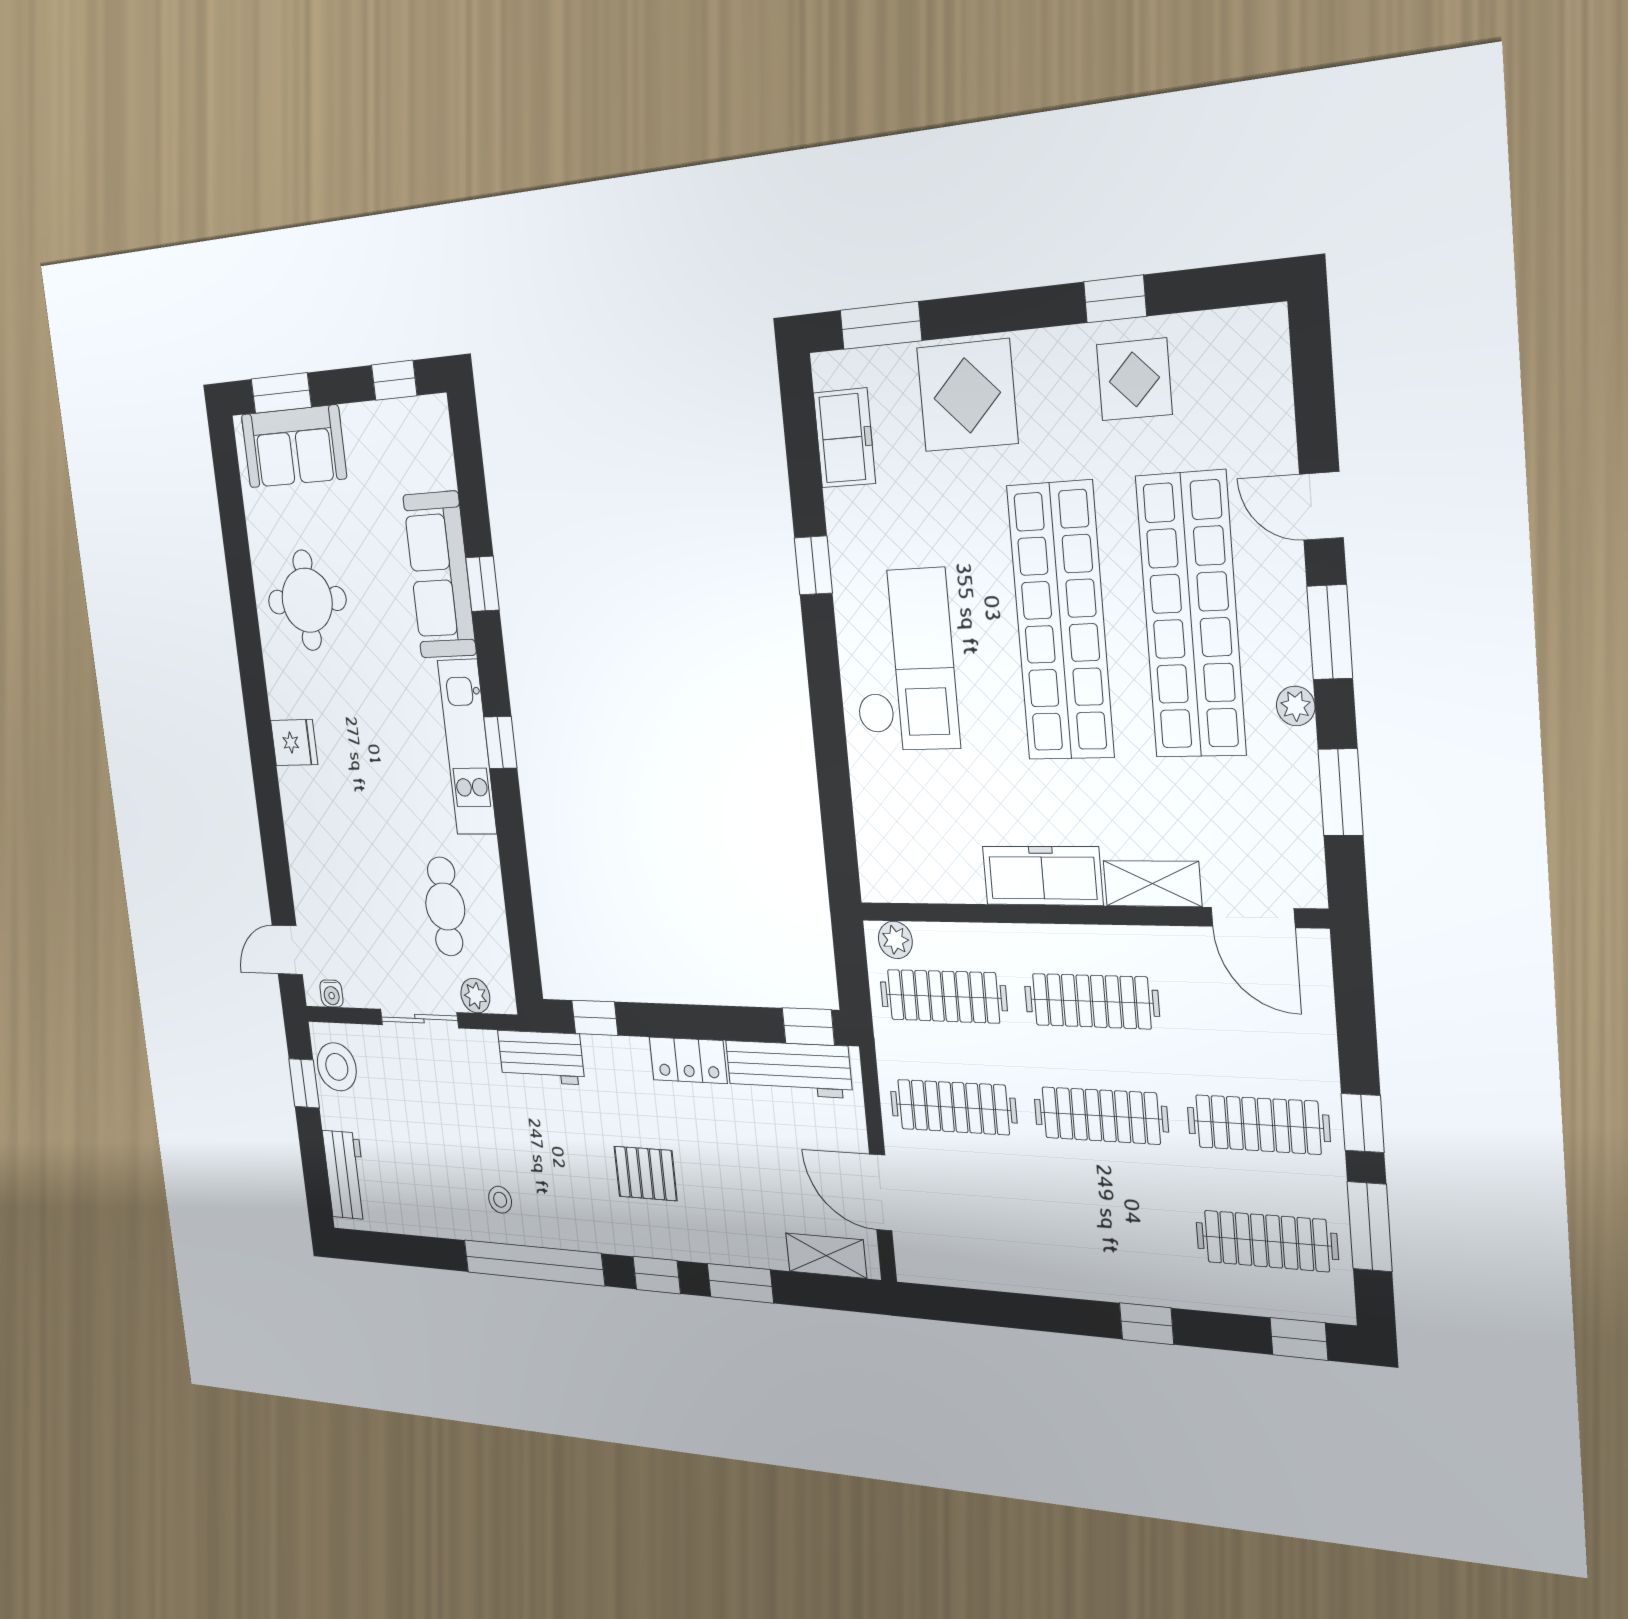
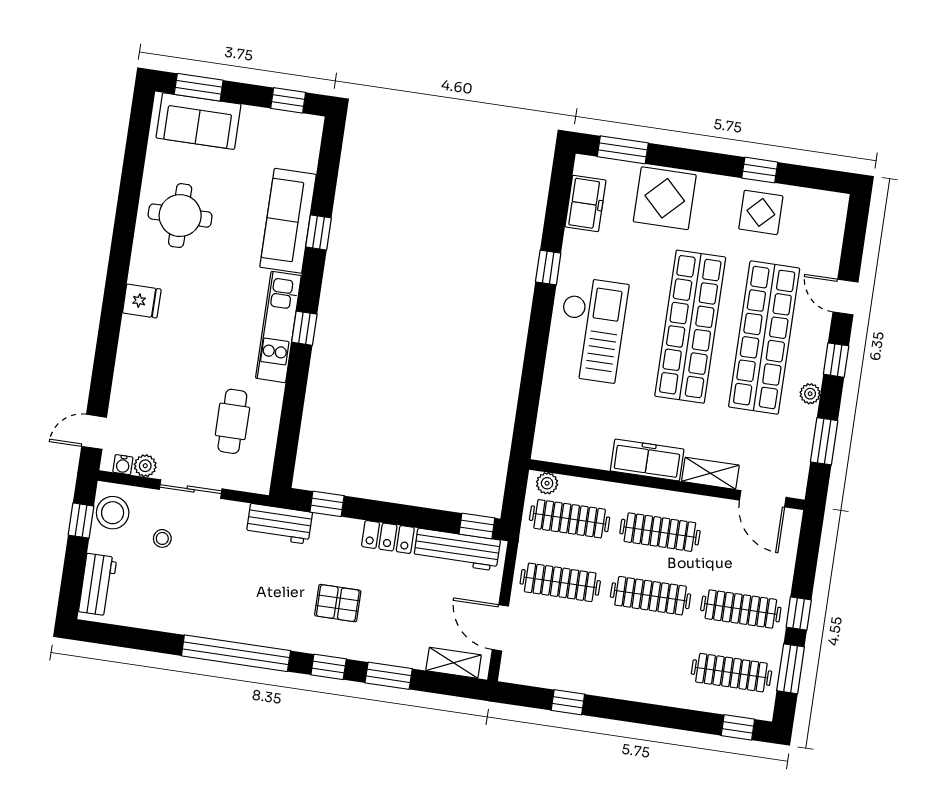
window: (1330, 632) -> (836, 360), width x0.67
plant: (475, 996) -> (145, 466), moved
stool: (500, 1200) -> (162, 538), moved
window: (1147, 1324) -> (568, 702), moved

